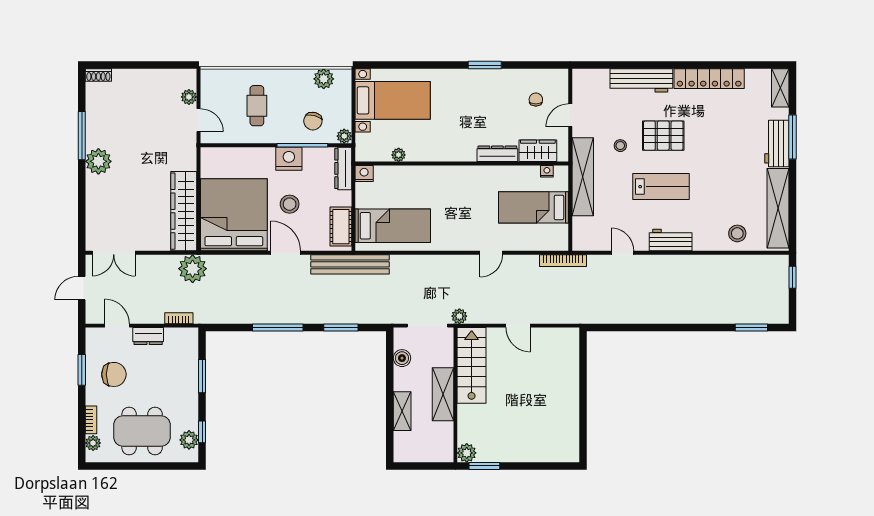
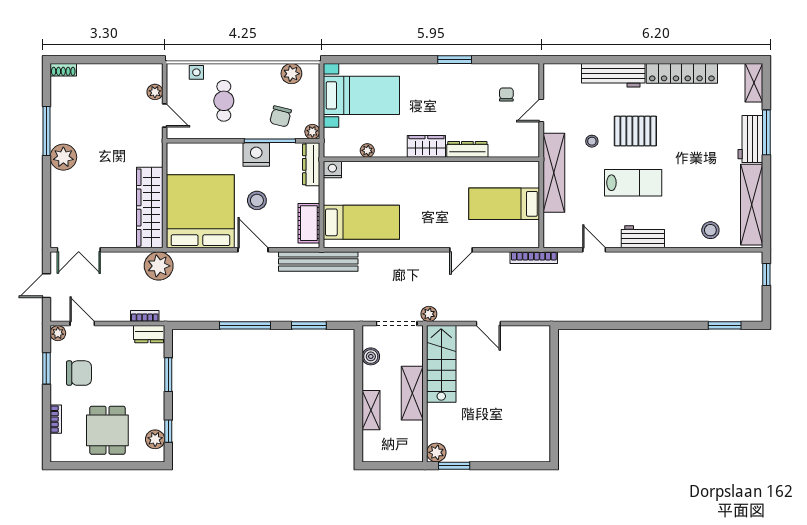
side table: (230, 78) -> (196, 72), added
wardrobe: (538, 151) -> (426, 146), moved
nightstand: (547, 171) -> (518, 167), removed
dresser: (148, 336) -> (149, 334), moved
dining table: (142, 431) -> (107, 430), width x0.73
plant: (93, 443) -> (58, 333), moved

